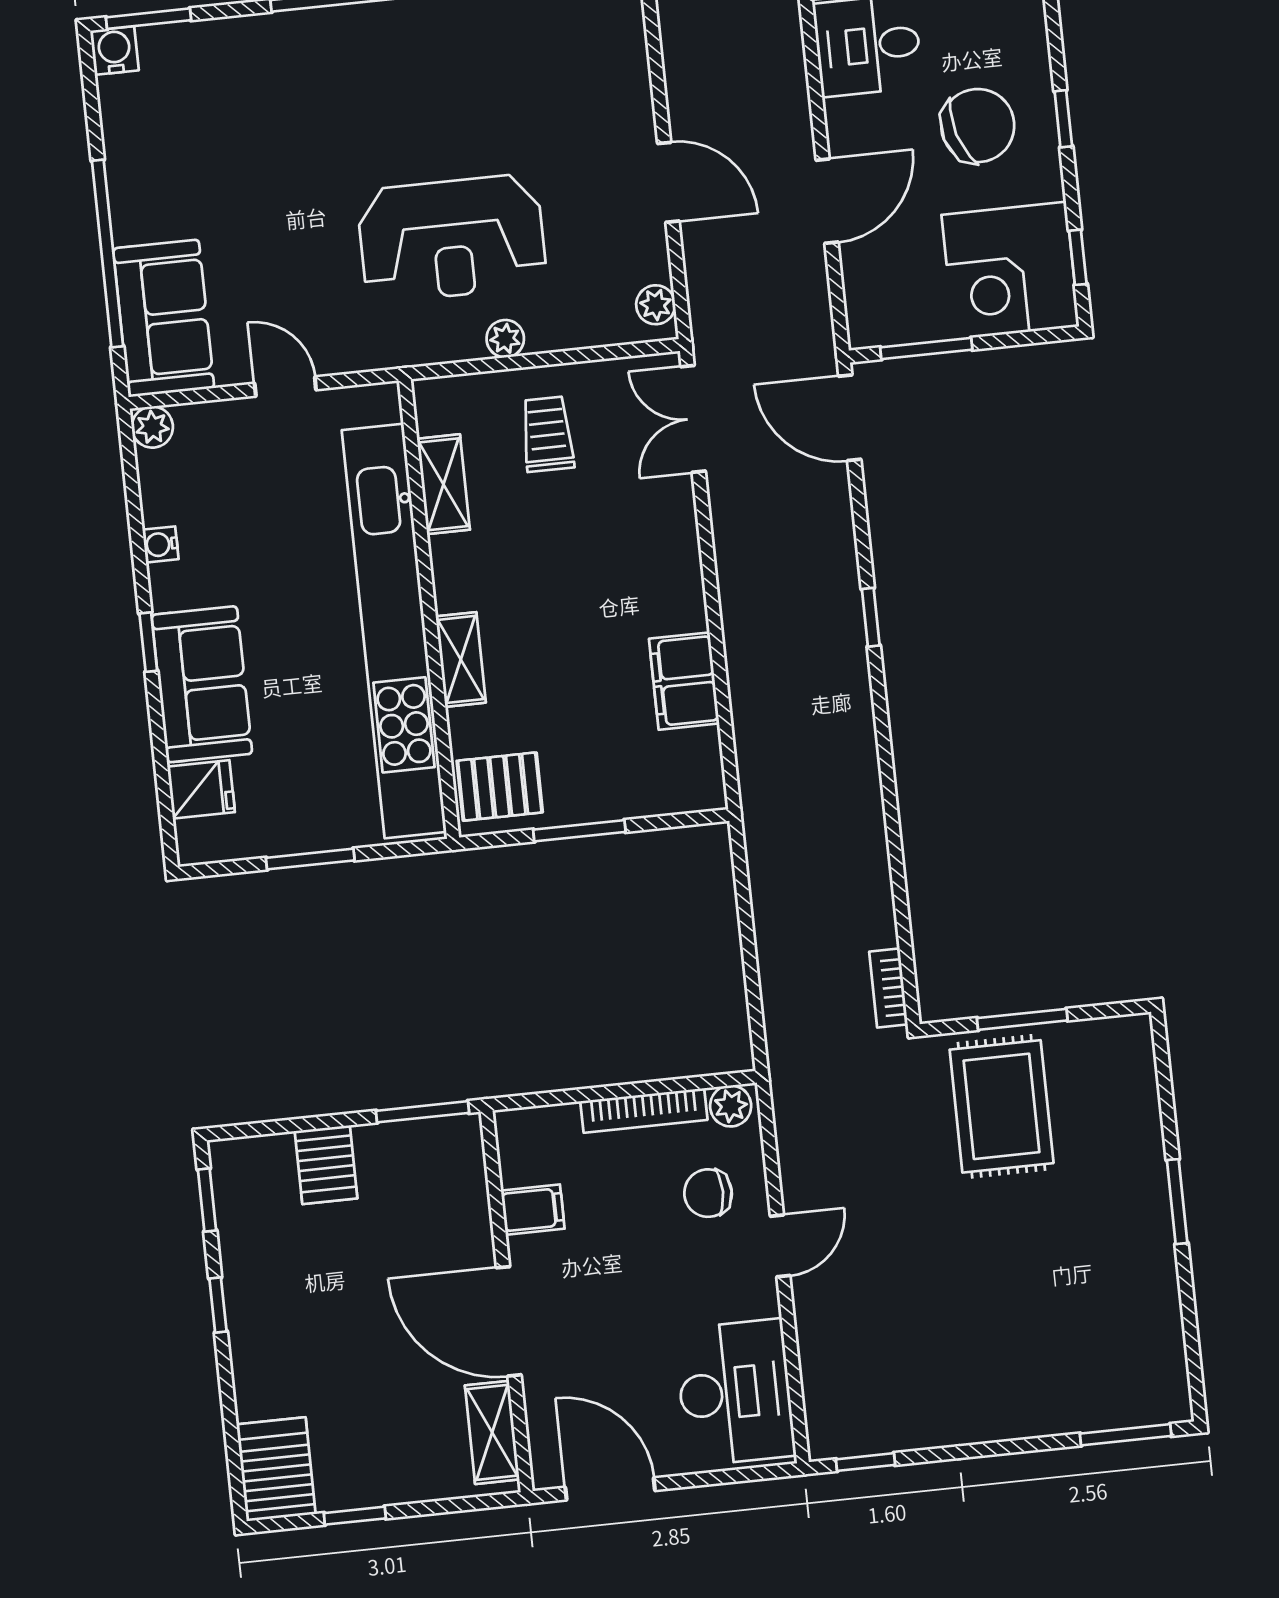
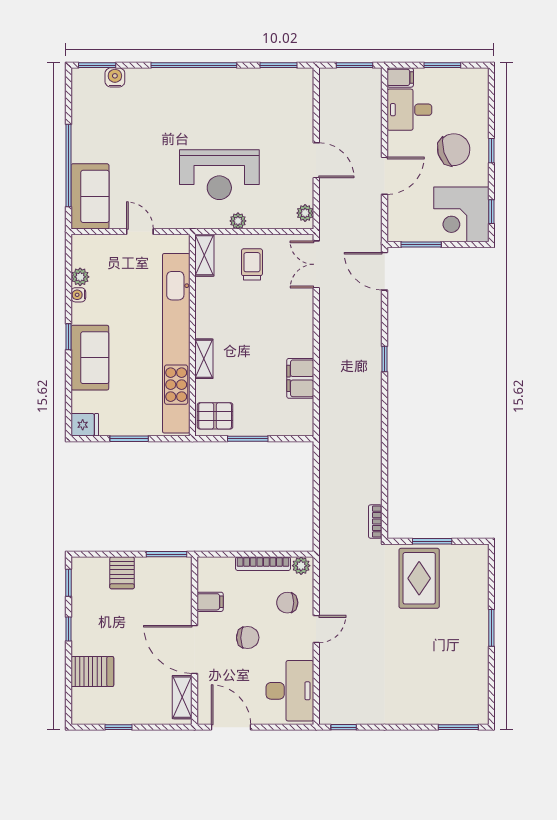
water cooler: (114, 51) -> (115, 77), moved
plant: (152, 427) -> (80, 277), moved
shelving: (443, 484) -> (204, 255), moved
fridge: (201, 789) -> (85, 425), moved
chair: (627, 1282) -> (248, 638), added
server rack: (276, 1469) -> (92, 672), moved, turned 90

